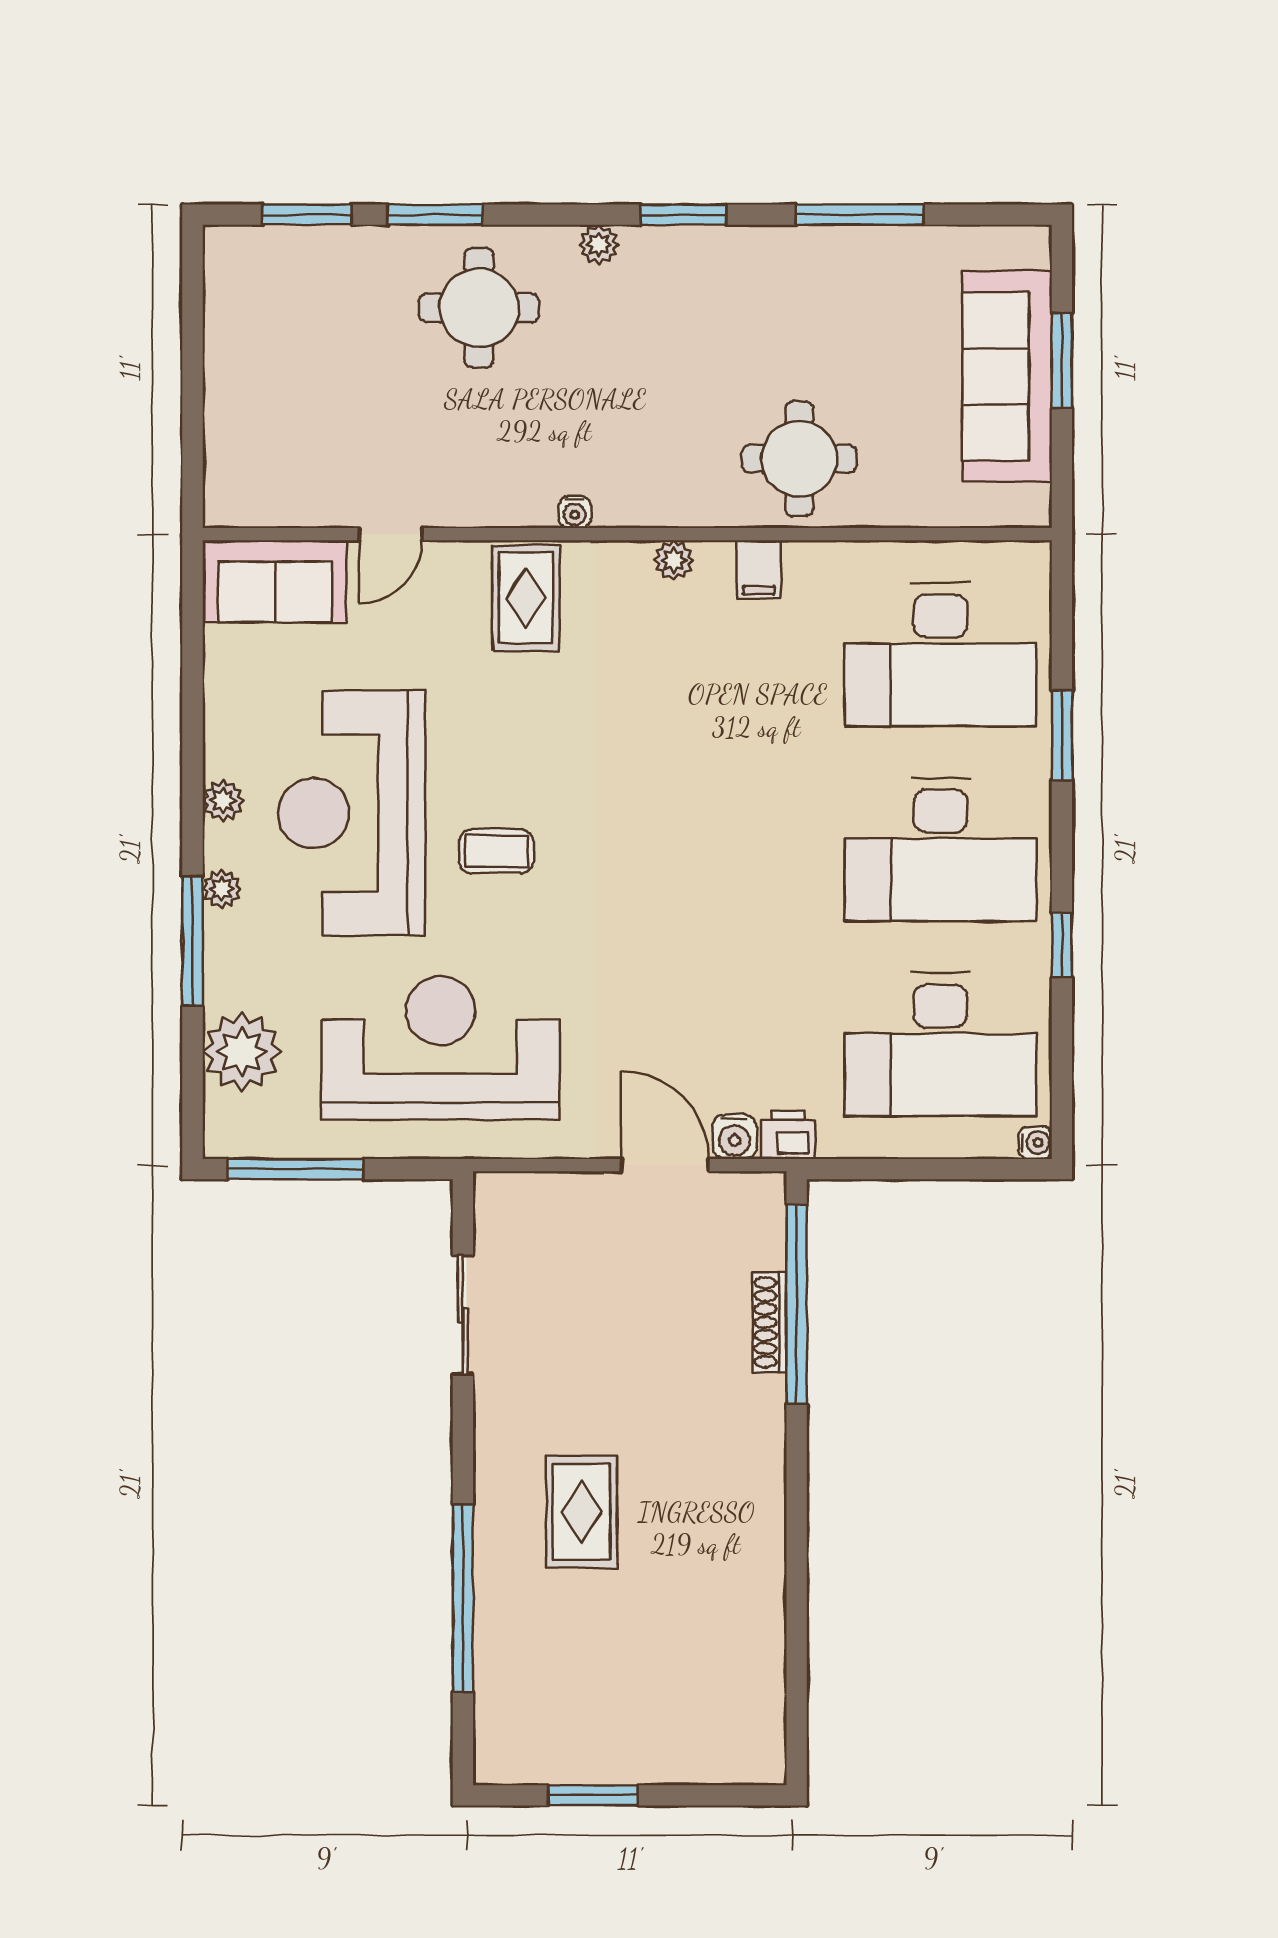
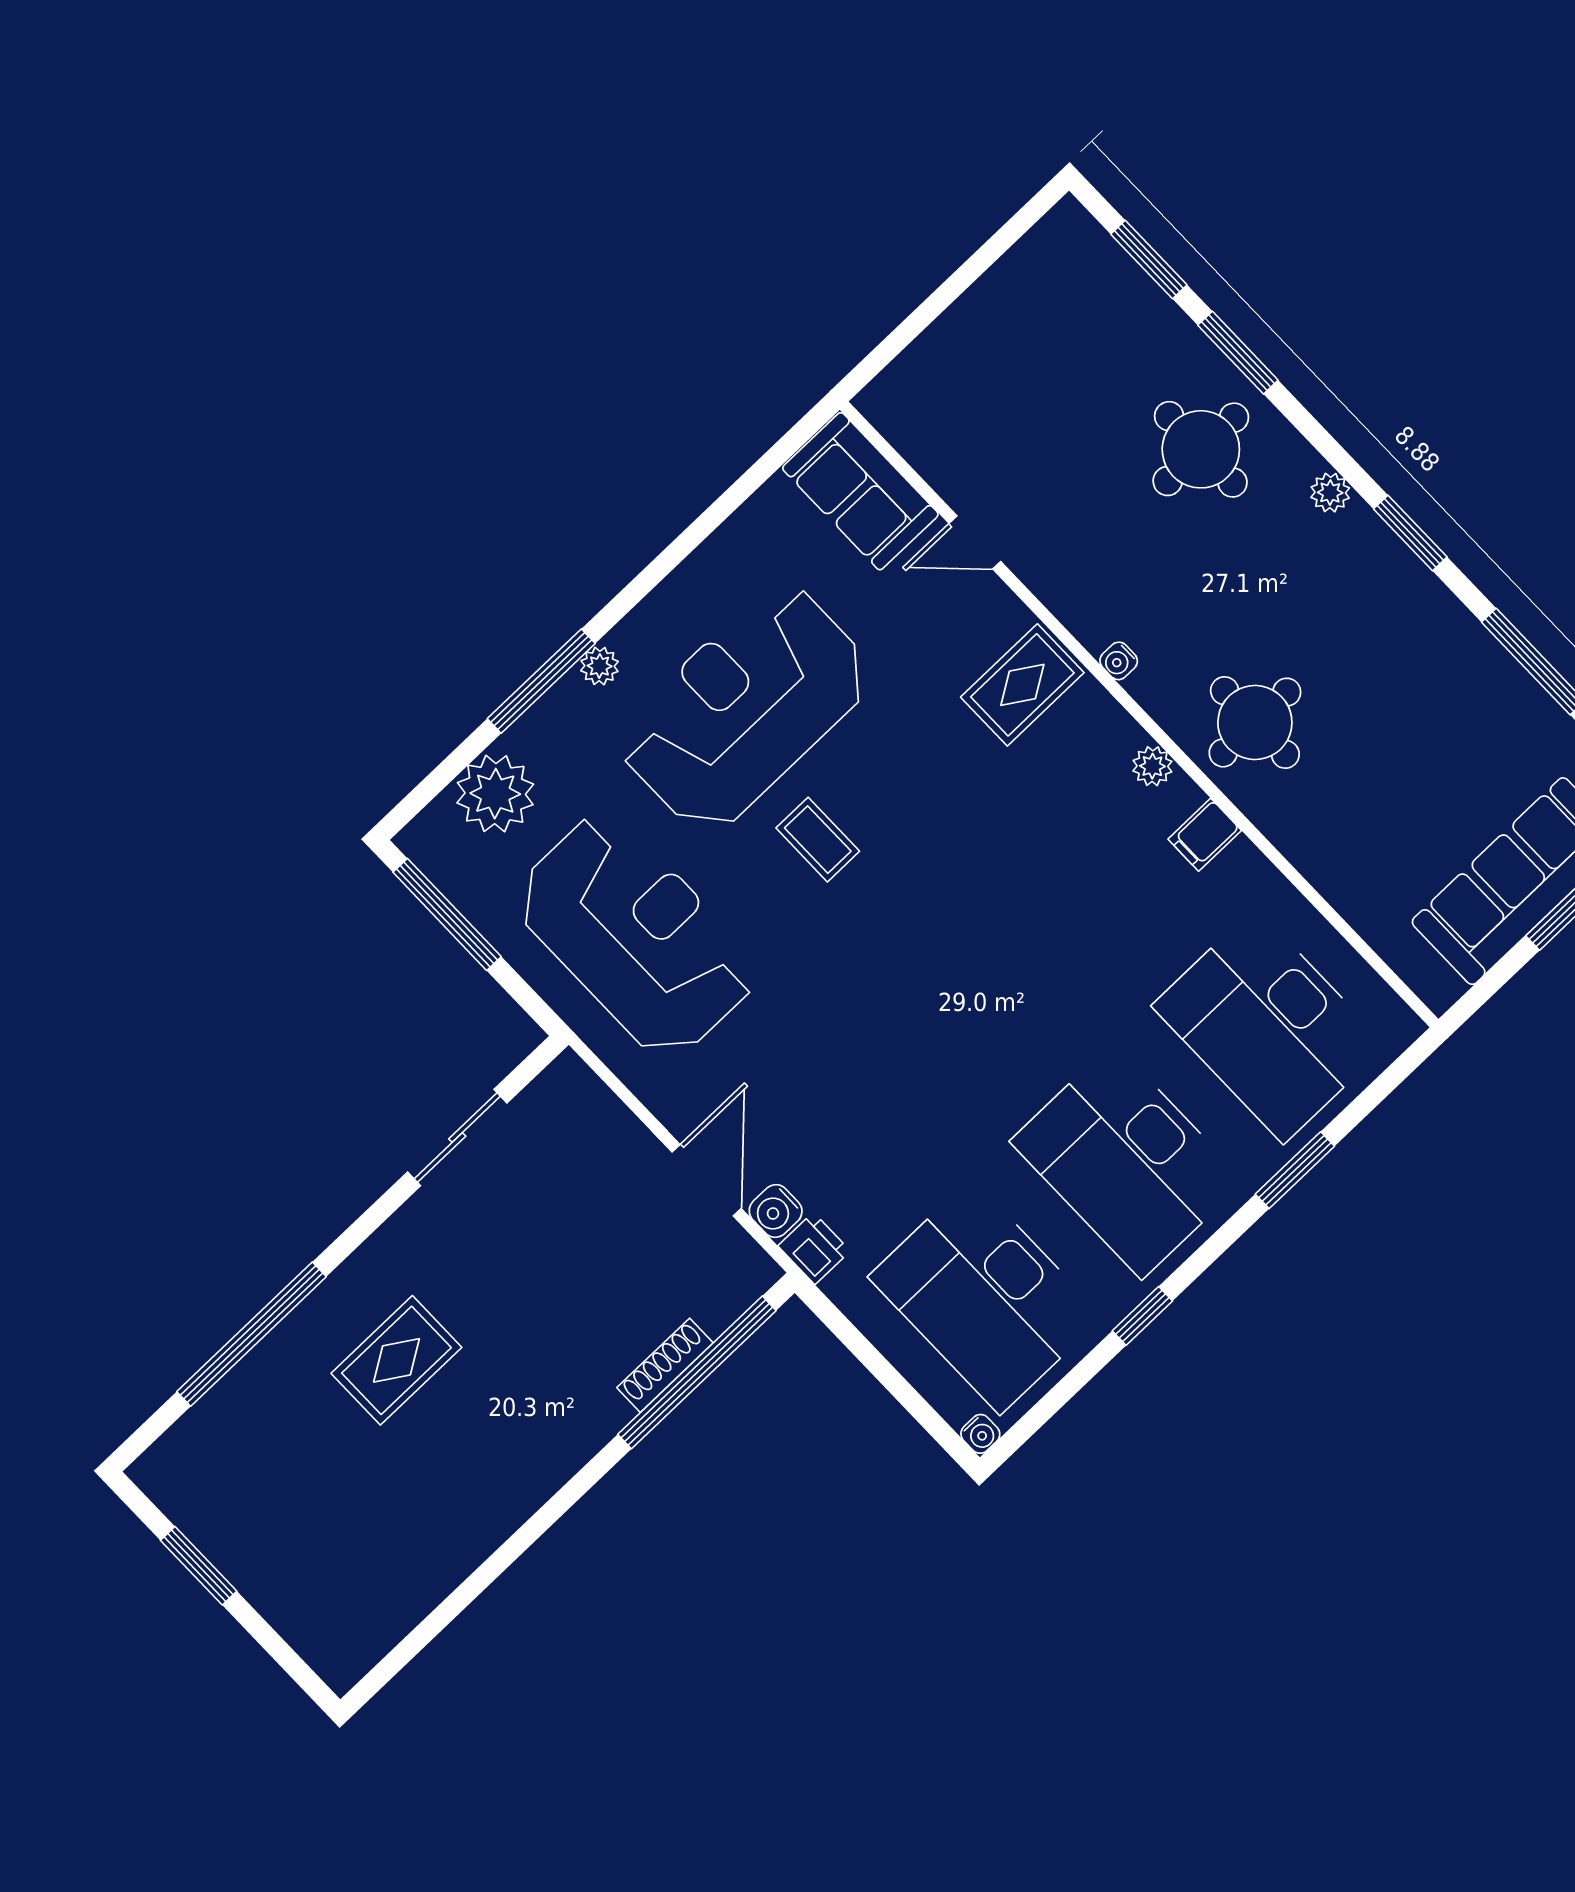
round table: (799, 459) -> (1255, 723), moved
plant: (223, 801) -> (665, 606), removed

